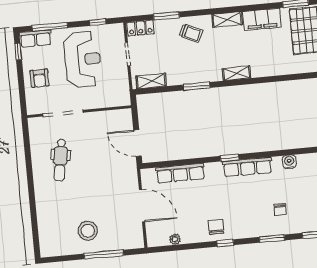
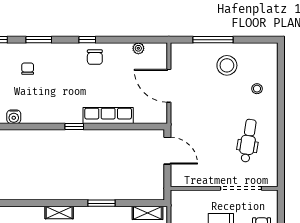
row of seats: (247, 167) -> (57, 115), removed
row of seats: (180, 173) -> (108, 116), moved
stool: (57, 211) -> (257, 89), added

